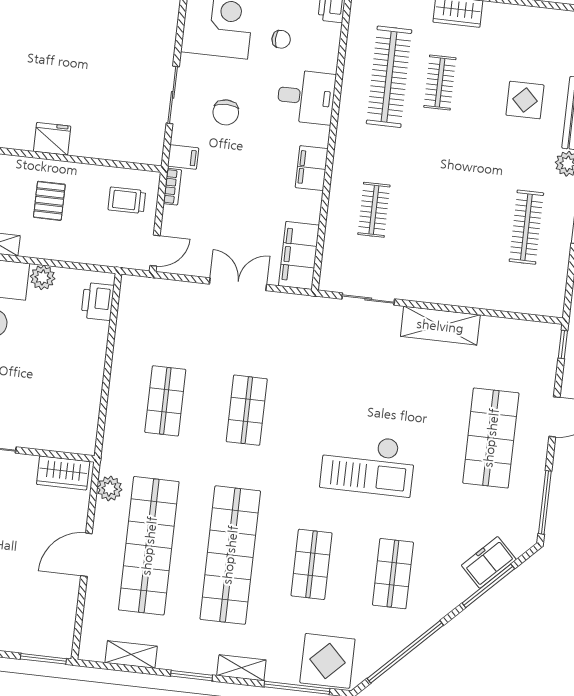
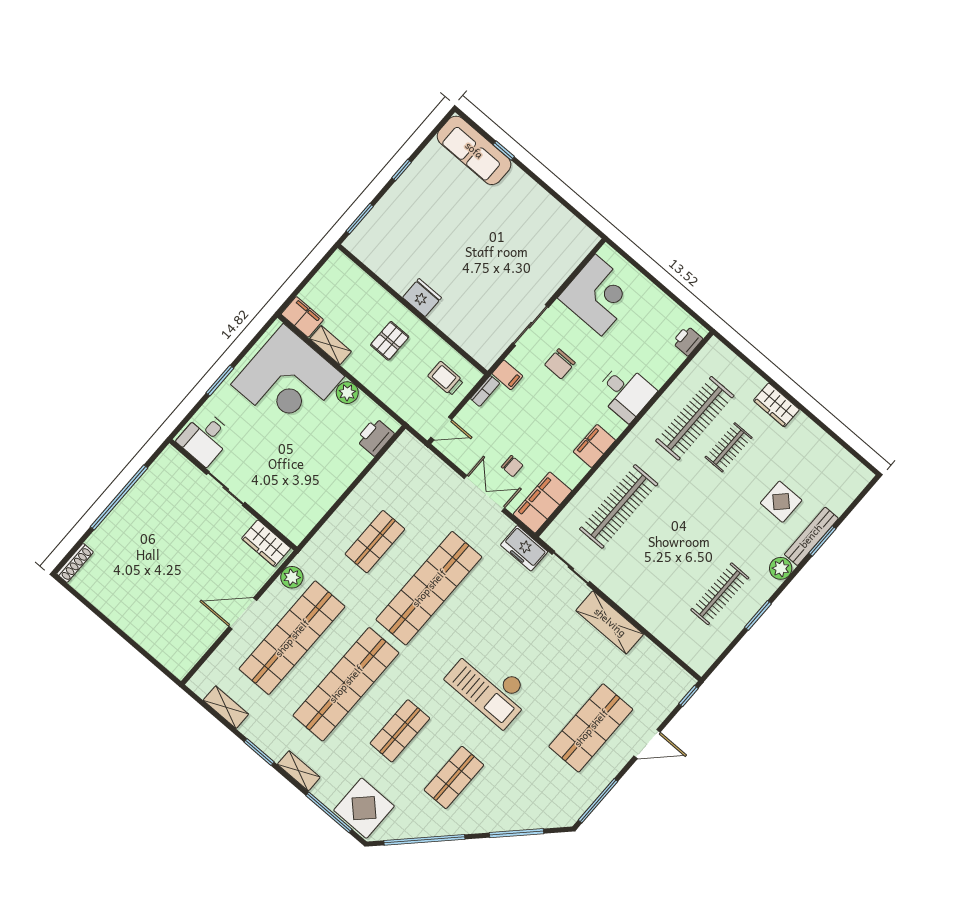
chair: (281, 39) -> (512, 466), moved
clothes rail: (374, 210) -> (619, 506), width x1.86, depth x1.31
shop shelf: (247, 410) -> (429, 588), width x2.00, depth x1.36
freezer: (489, 562) -> (524, 548), moved, turned -135
window: (43, 659) -> (161, 667), removed

